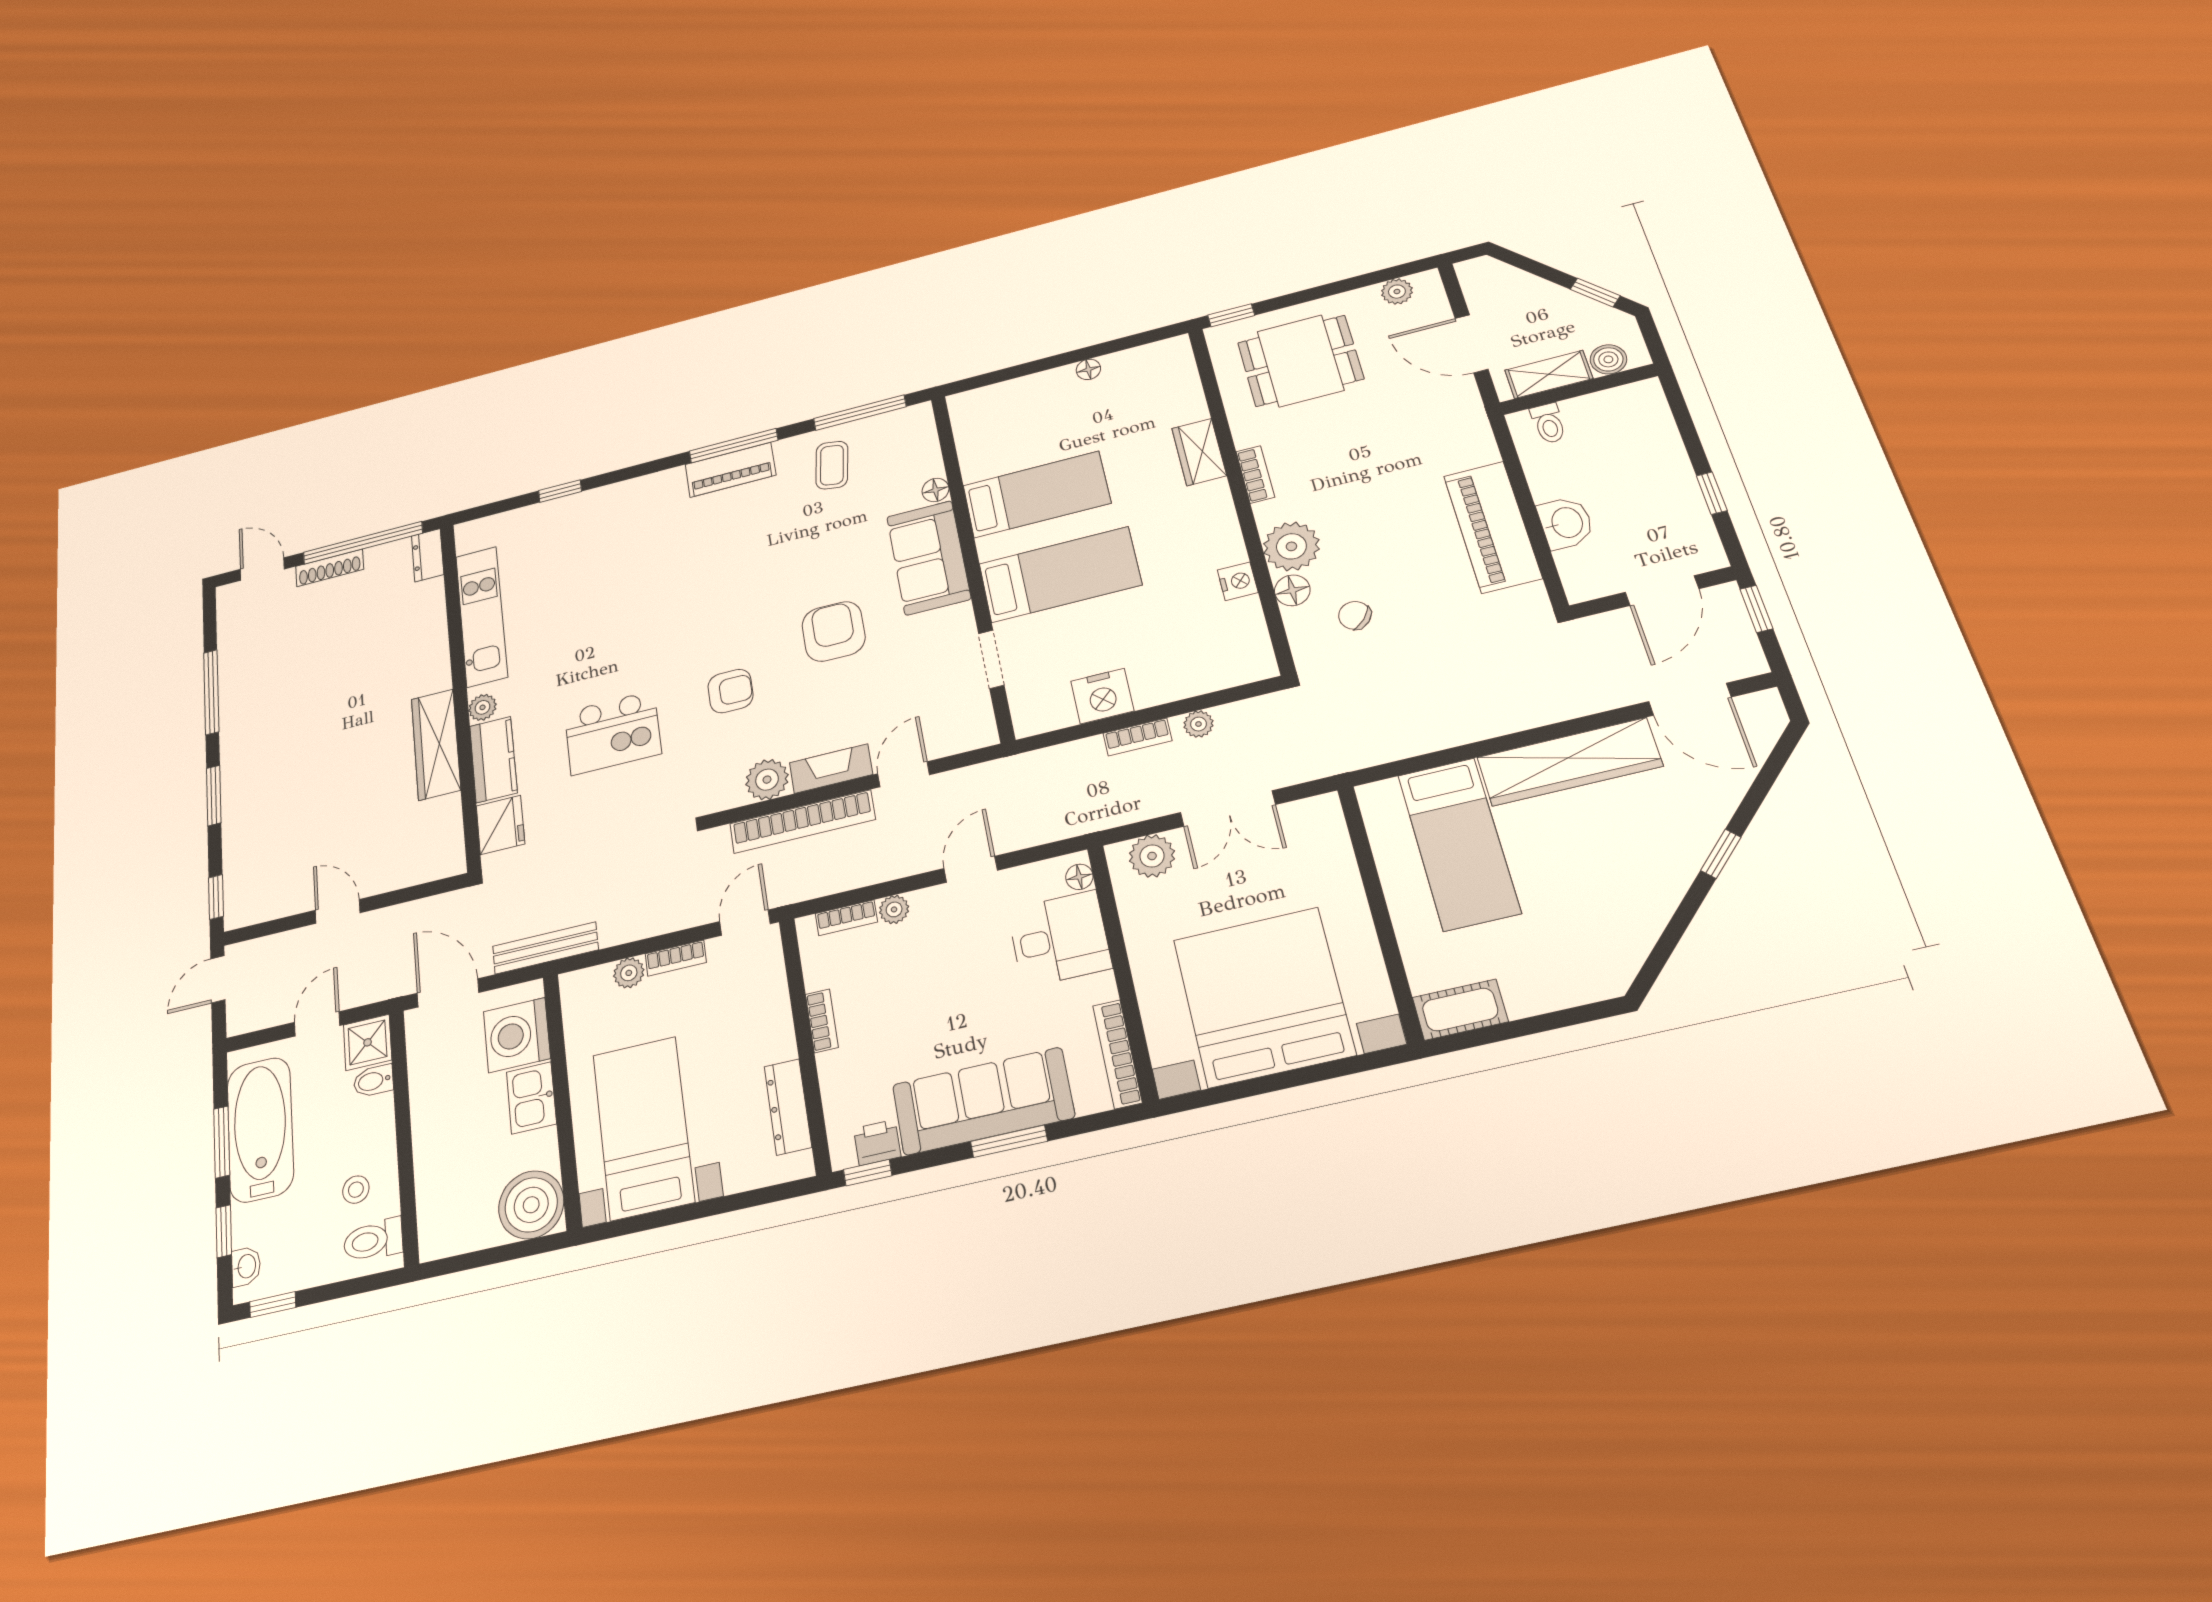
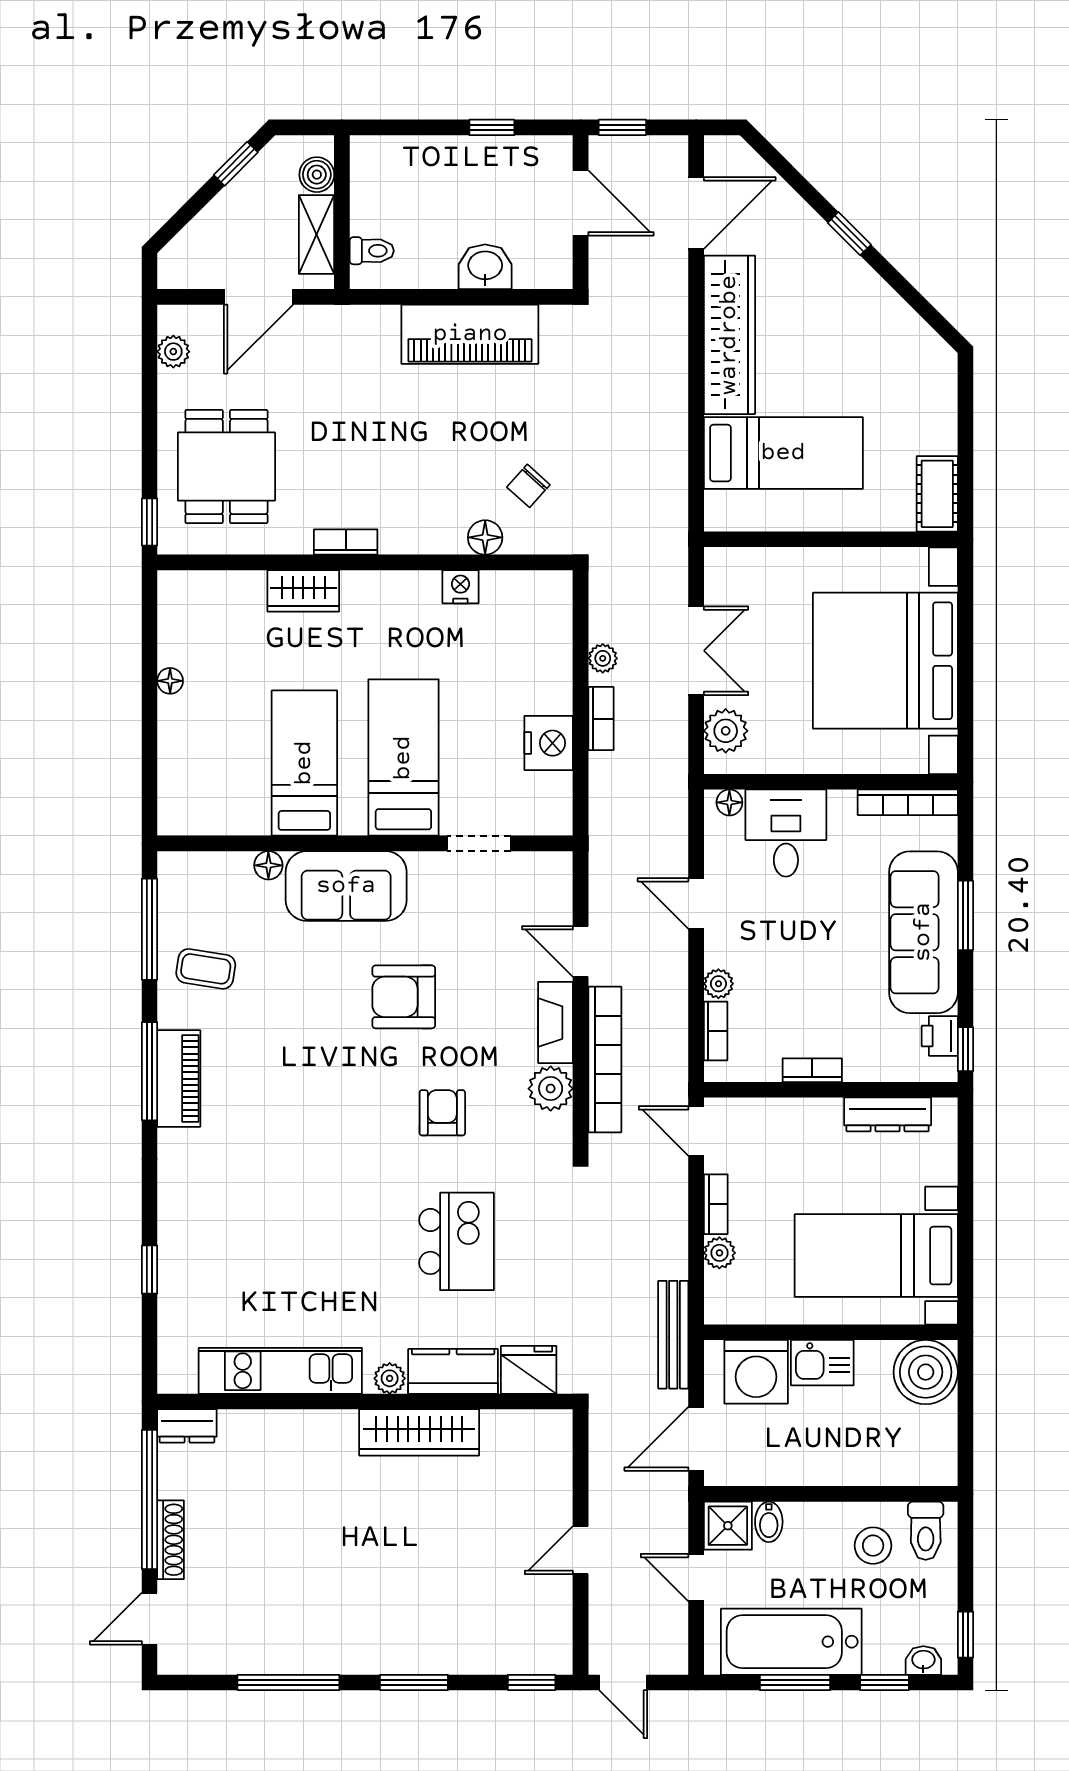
plant: (1291, 546) -> (437, 527), removed
stool: (356, 1190) -> (873, 1546), width x1.37, depth x1.37

